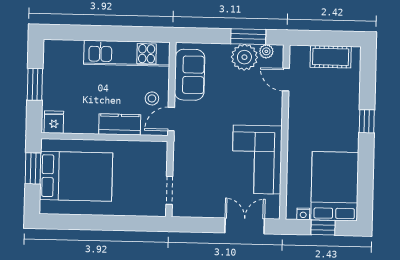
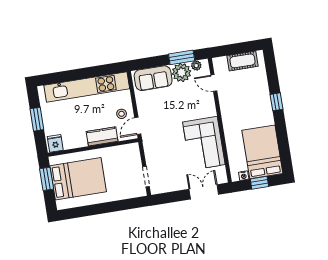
kitchen unit: (127, 53) -> (87, 87), width x1.36
sofa: (190, 75) -> (153, 78), moved, turned 90

